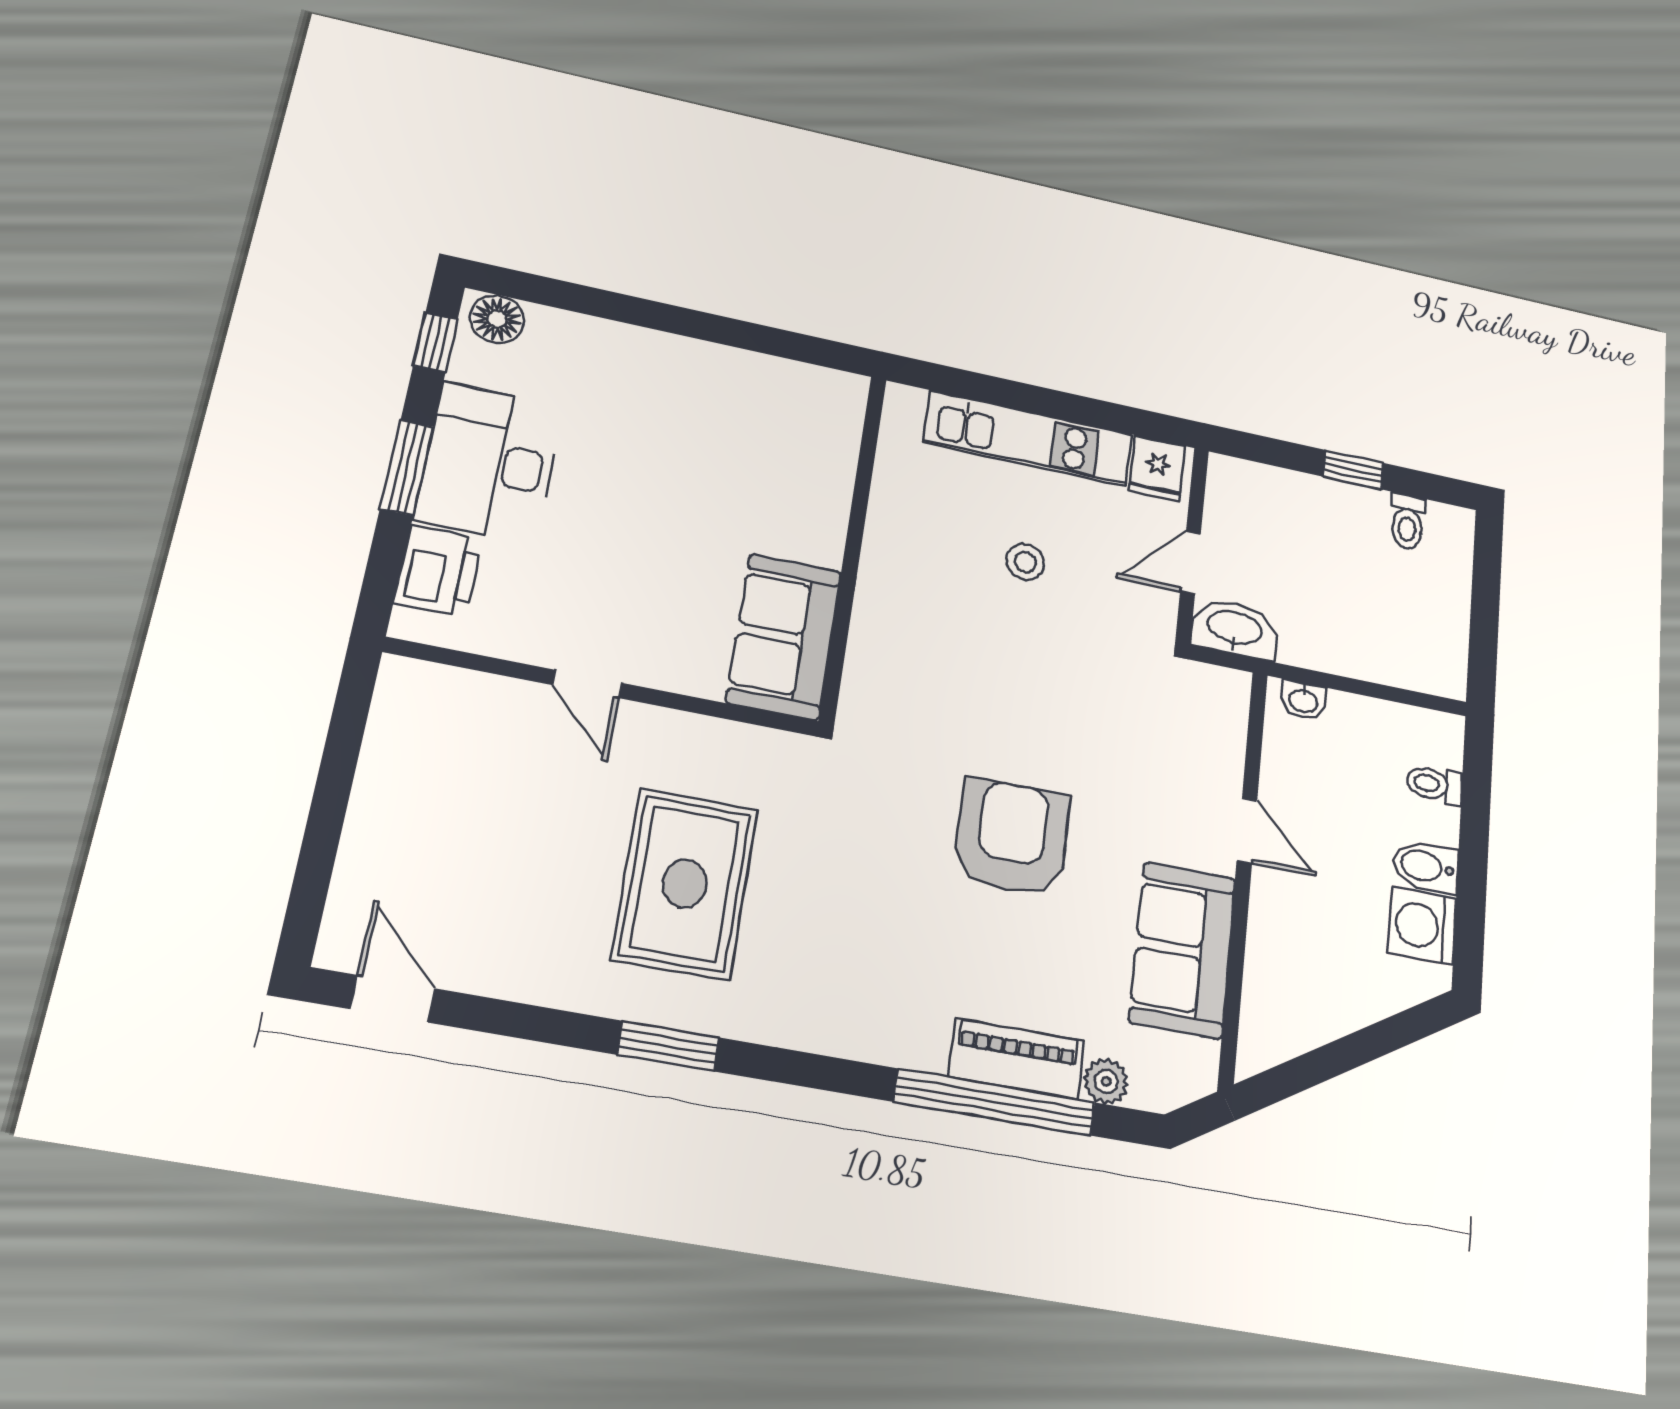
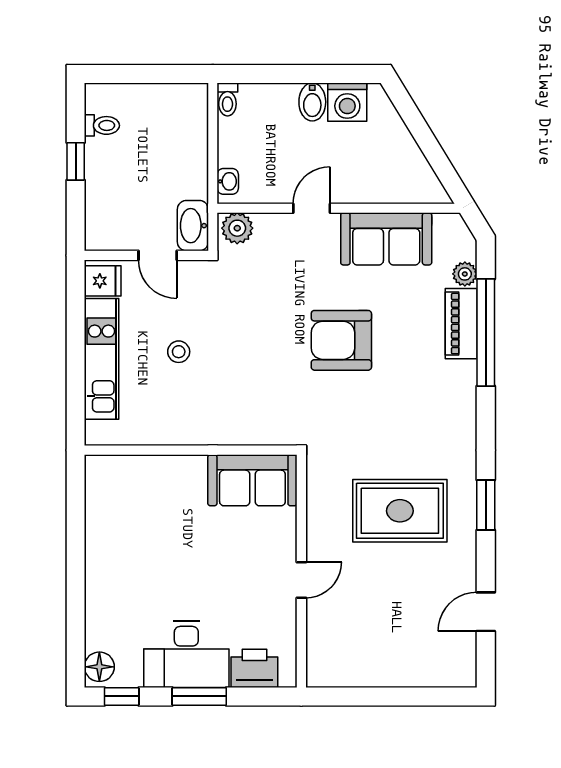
plant: (1224, 700) -> (237, 228), added
toilet: (1434, 784) -> (227, 99), moved
door: (393, 999) -> (486, 612), moved

